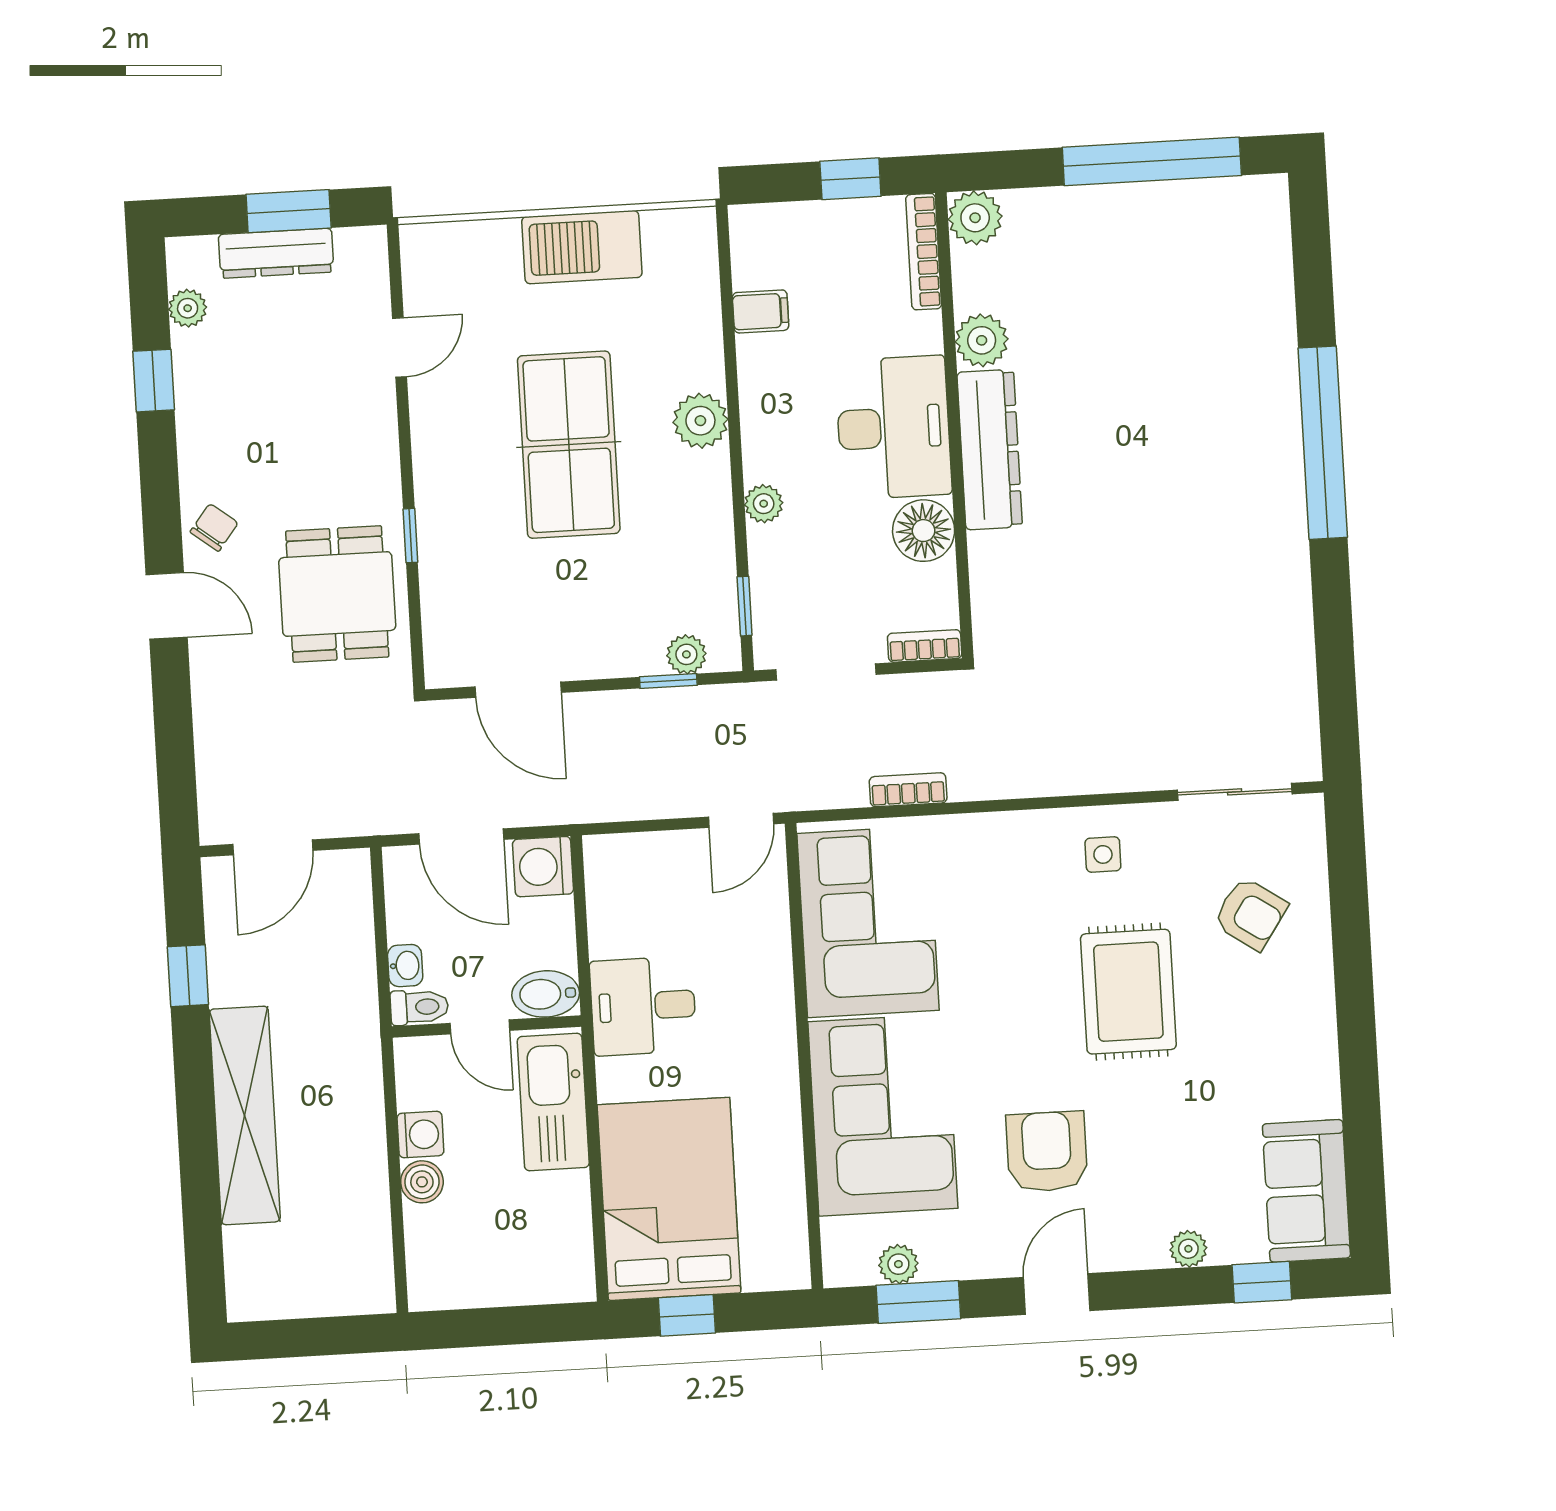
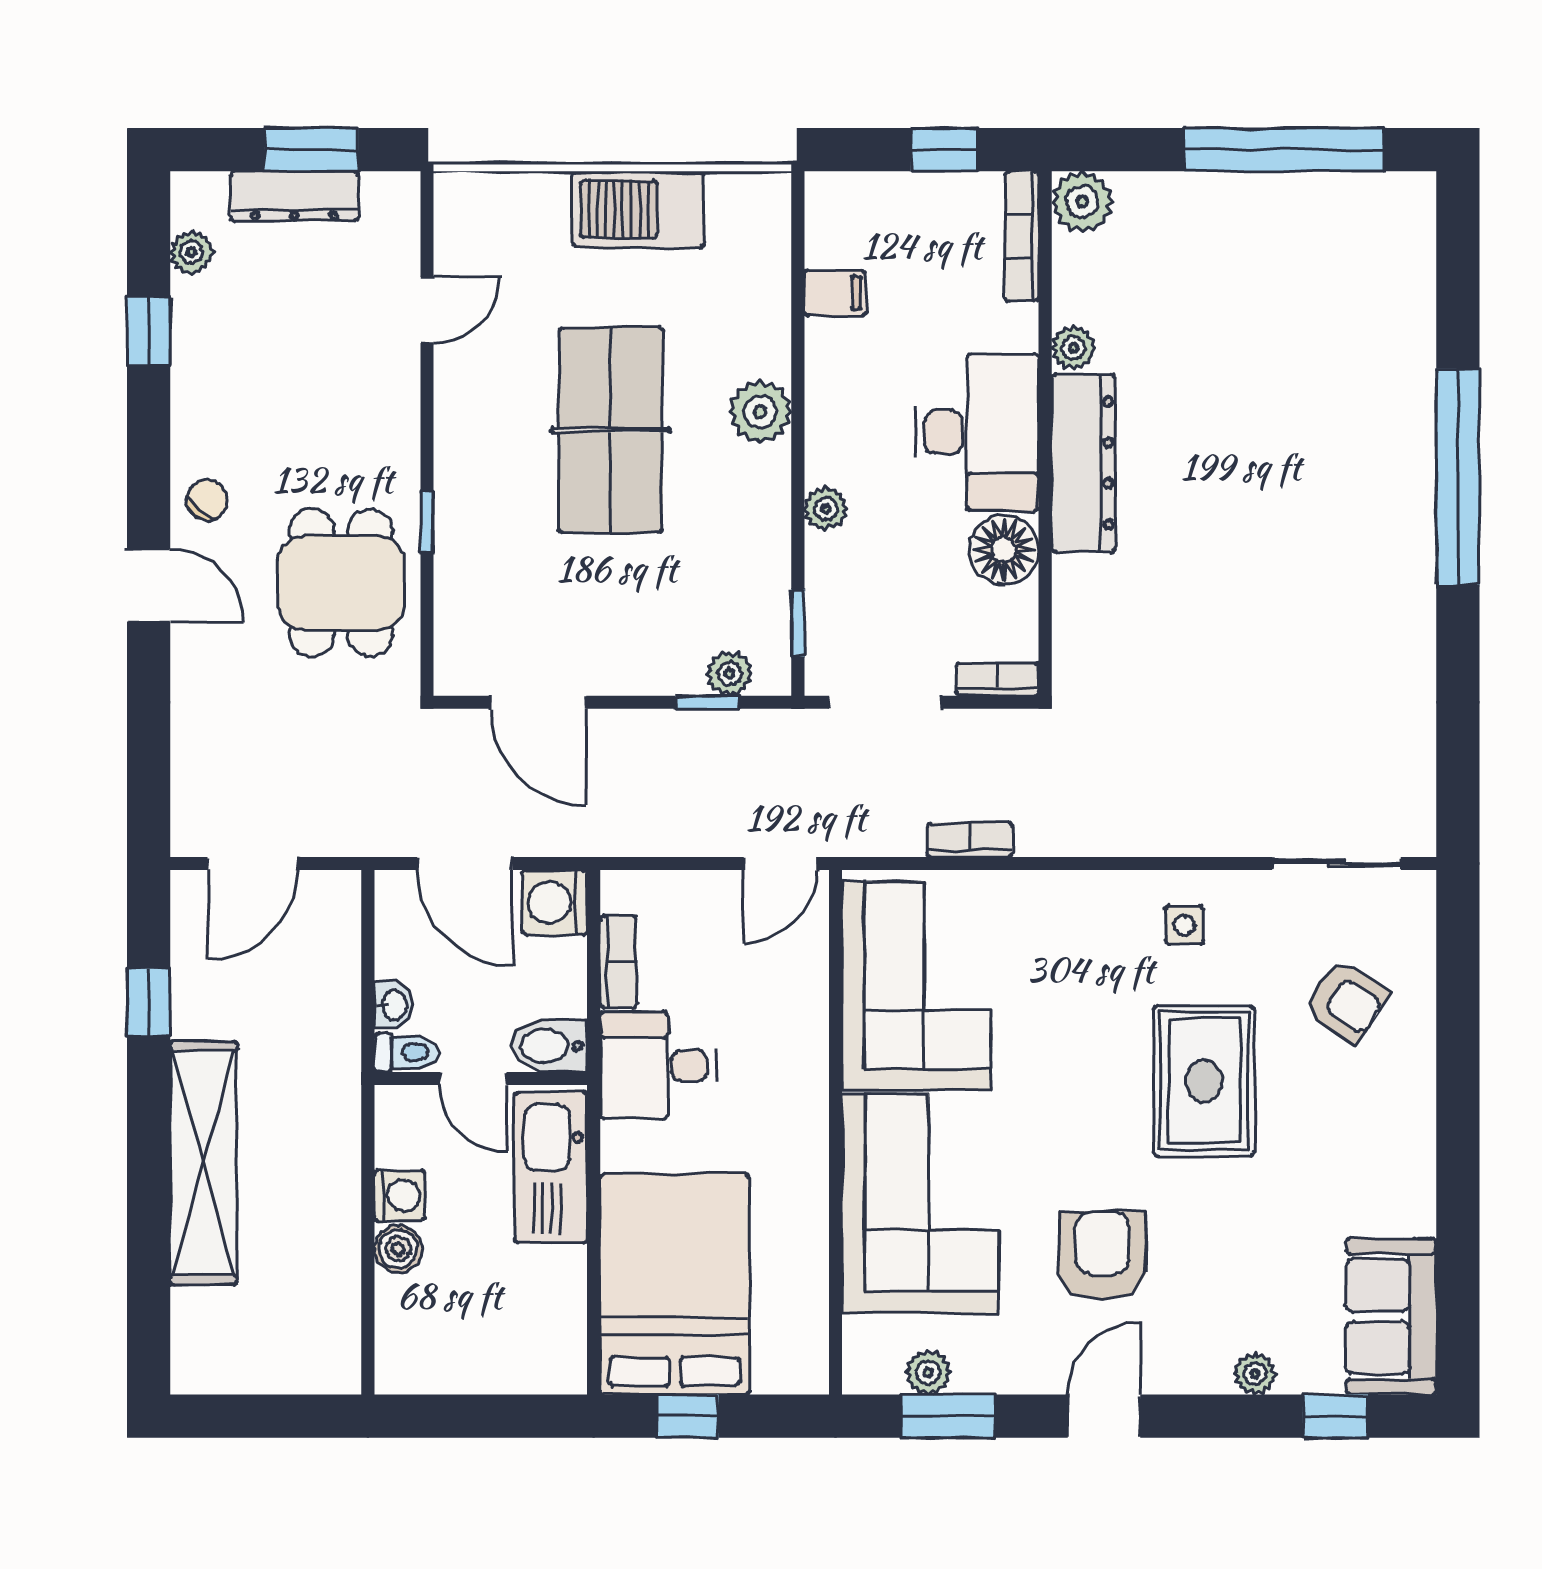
plant: (982, 340) -> (1073, 348), width x0.73, depth x0.73
bookcase: (603, 916) -> (618, 962), added

